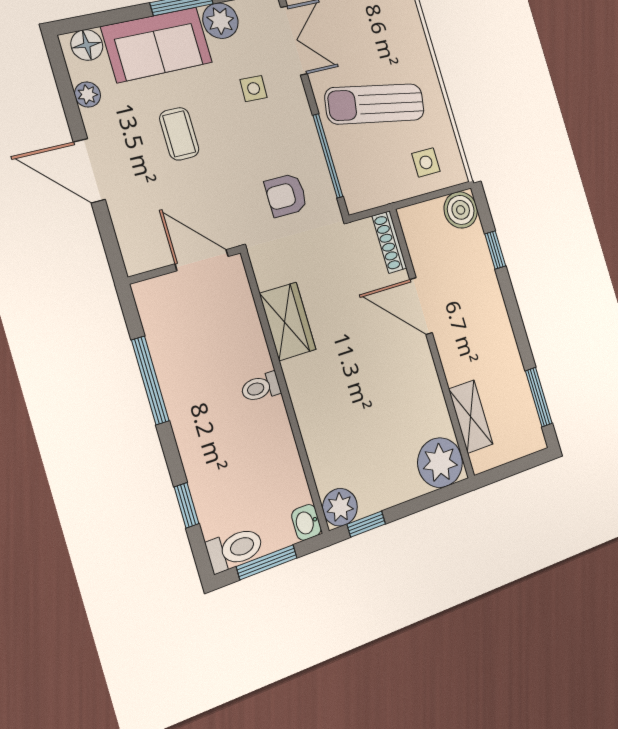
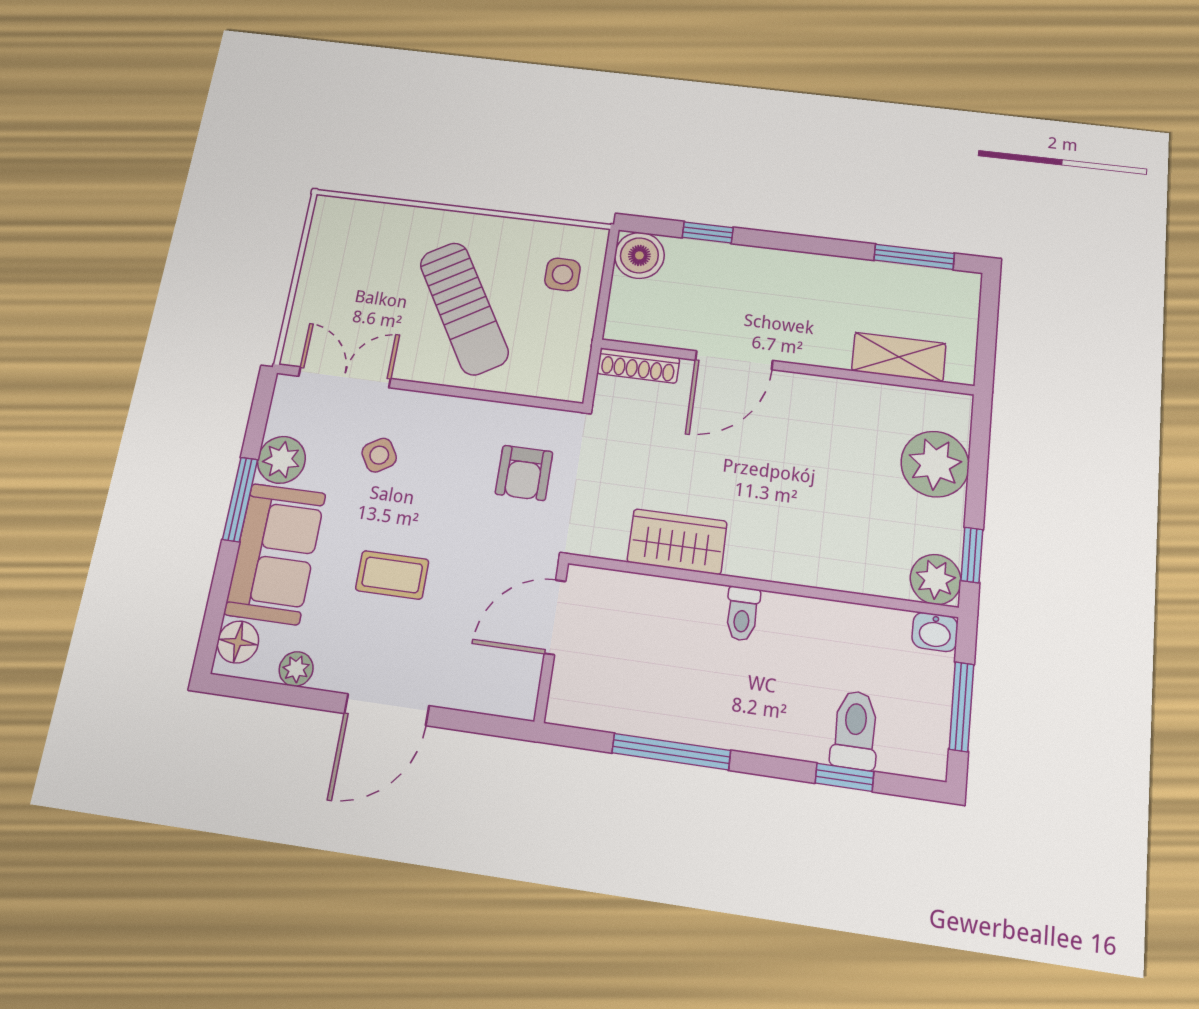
side table: (254, 88) -> (379, 455), turned -34
sun lounger: (375, 104) -> (464, 308), turned -41
window: (328, 156) -> (500, 397), removed
plant: (440, 463) -> (935, 464), moved
toilet: (235, 549) -> (855, 730), moved

